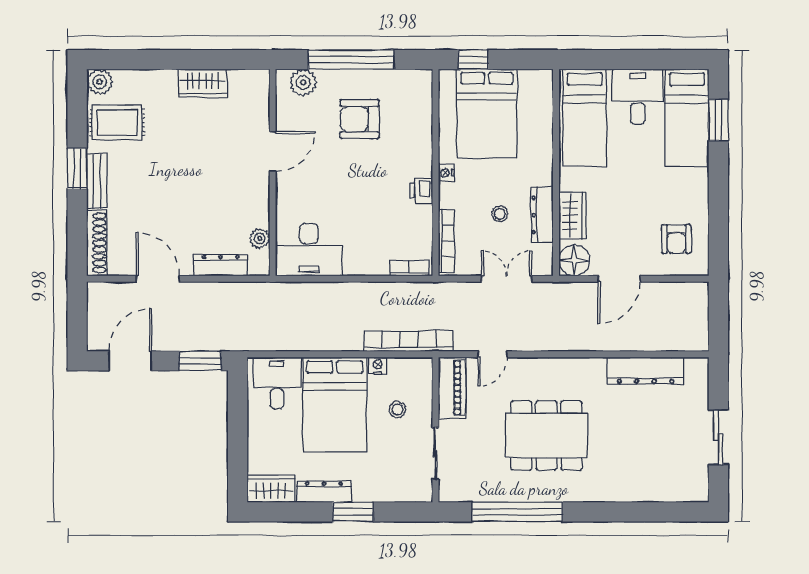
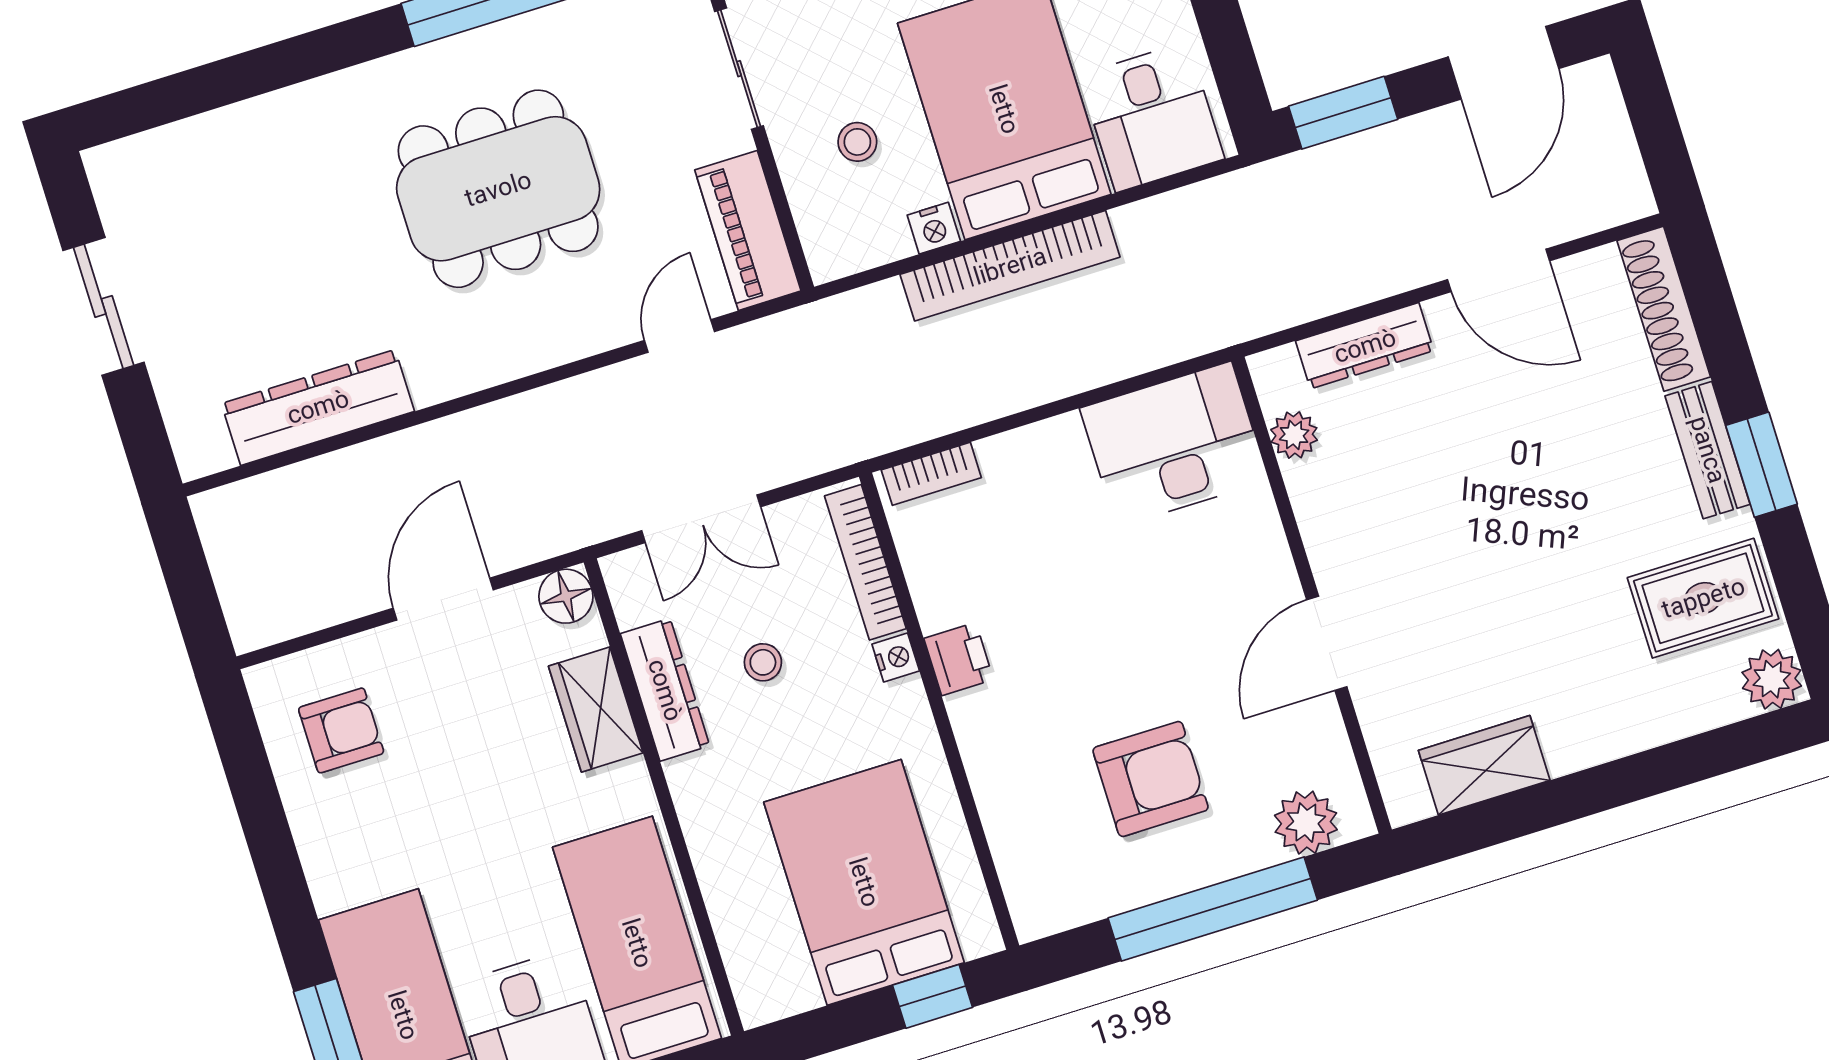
wardrobe: (203, 83) -> (1484, 765), moved
nightstand: (446, 173) -> (896, 658), moved
armchair: (676, 239) -> (341, 730), turned 90
floor lamp: (574, 260) -> (566, 596), width x0.73, depth x0.73
bookcase: (409, 341) -> (1010, 266), moved

